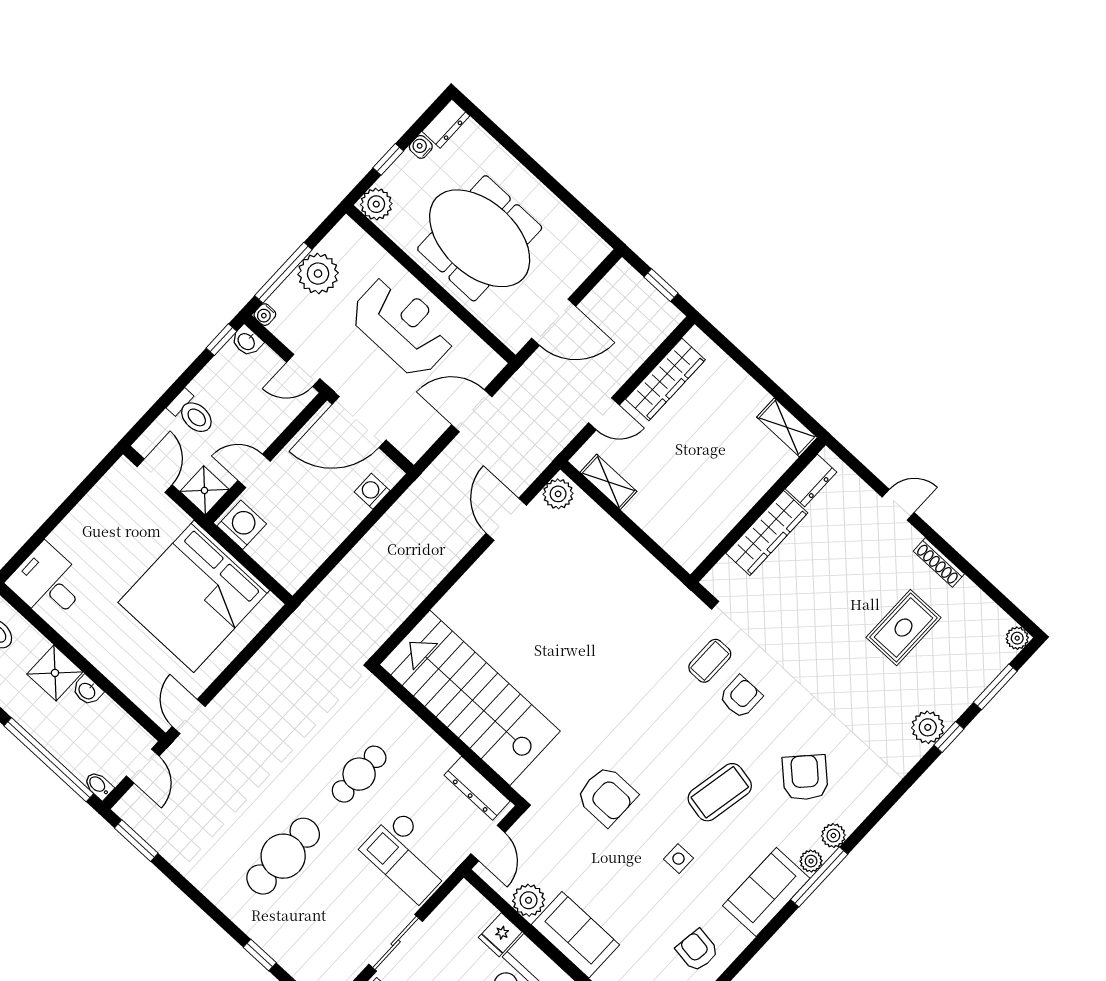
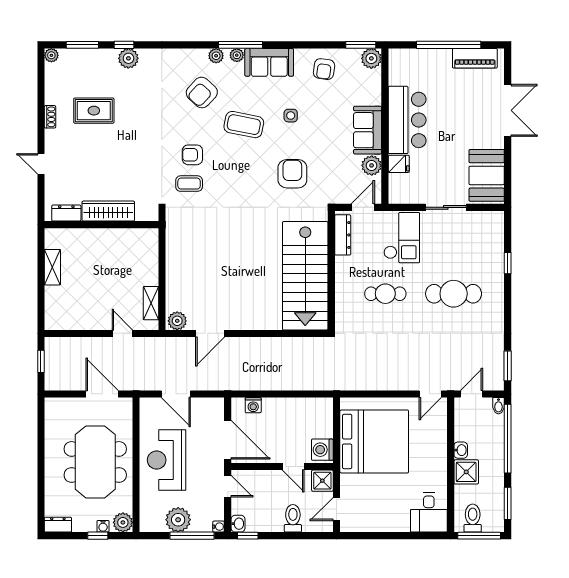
water cooler: (421, 147) -> (103, 526), moved
wardrobe: (665, 379) -> (81, 320), removed
shelving: (787, 427) -> (52, 267), moved
shoe rack: (939, 563) -> (50, 117), width x0.70

